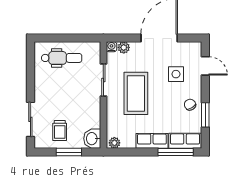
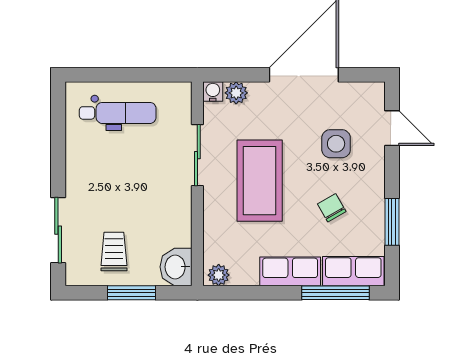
chair: (190, 105) -> (332, 208), moved
trolley: (60, 131) -> (114, 252), turned 180

